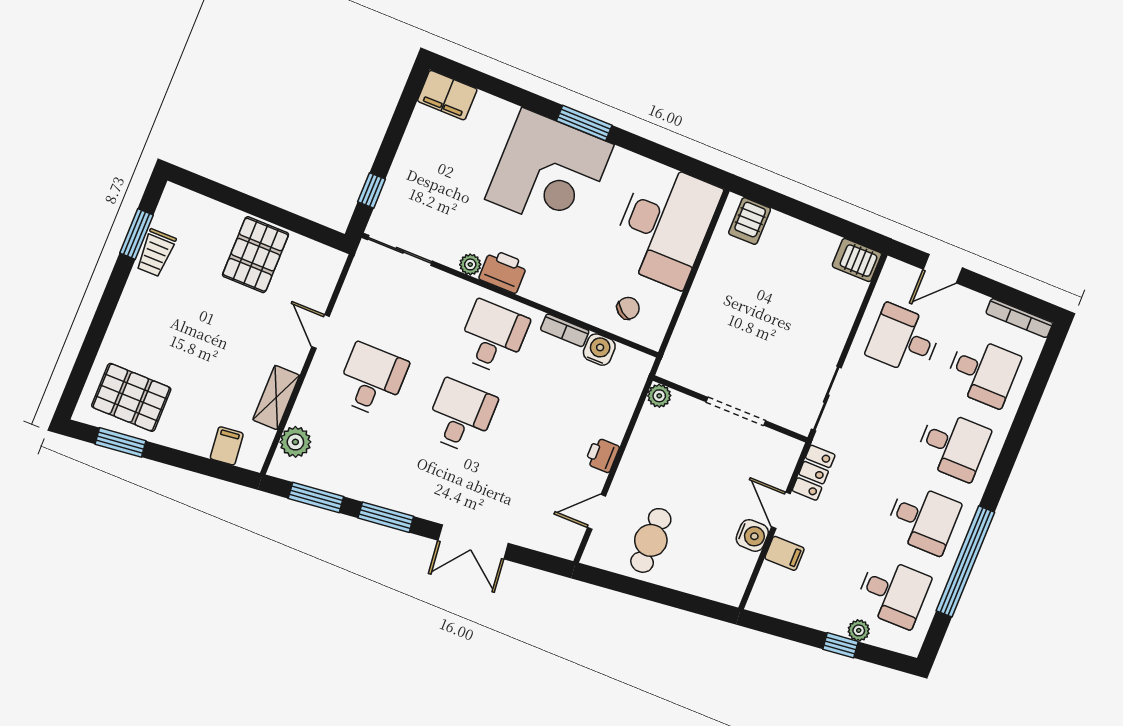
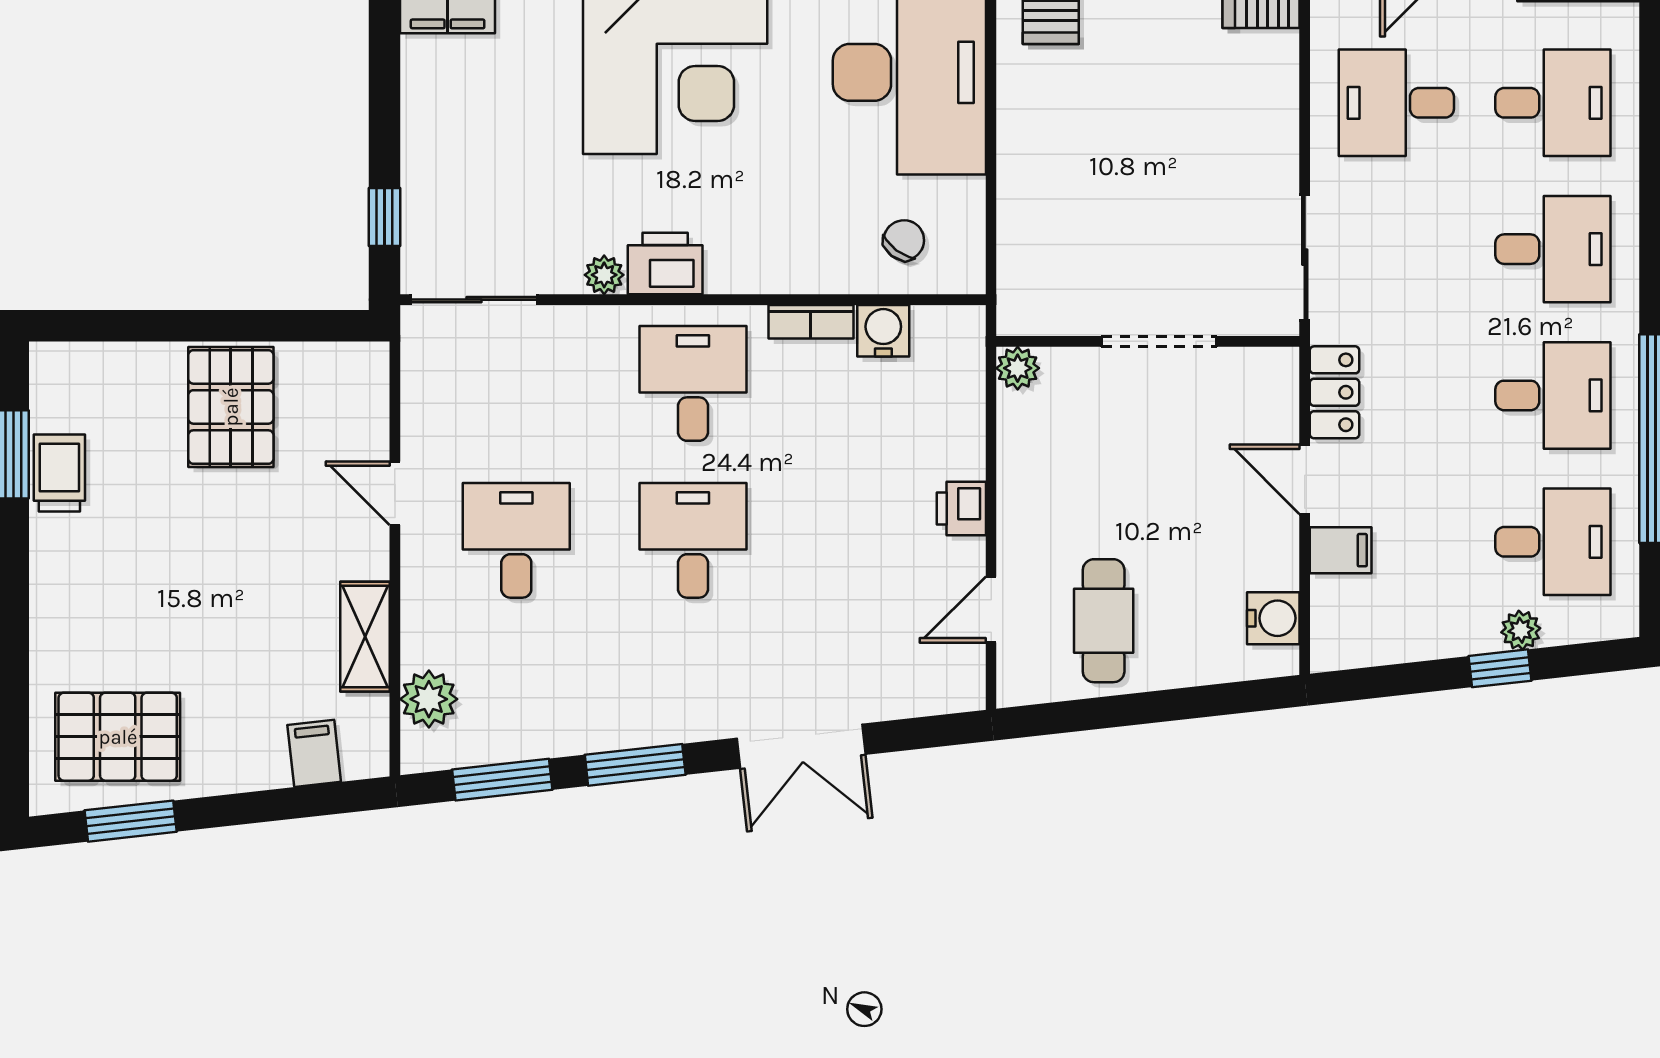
trolley: (156, 253) -> (59, 473), turned 180
water cooler: (752, 535) -> (1273, 618), moved

